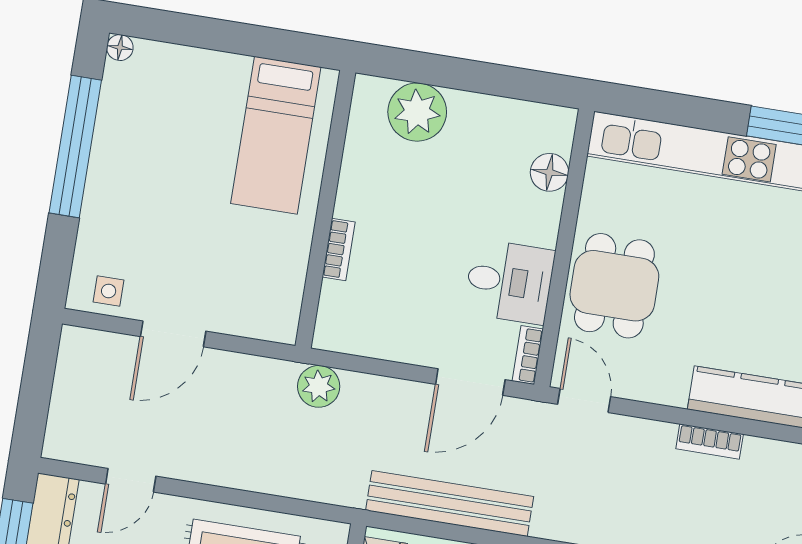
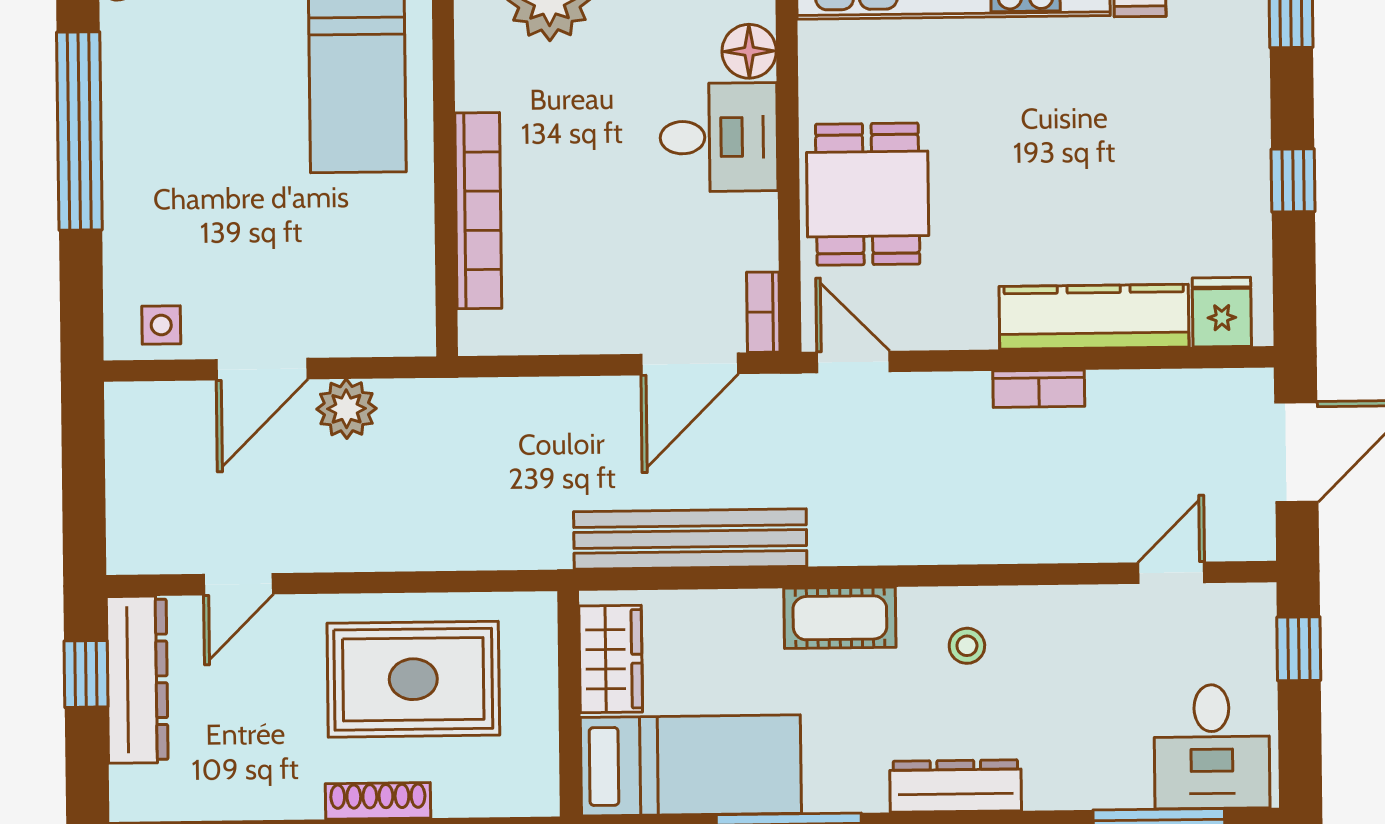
bookcase: (339, 250) -> (478, 211), width x2.31, depth x1.31
desk: (509, 282) -> (719, 137), moved
plant: (319, 386) -> (346, 409), moved

